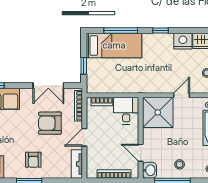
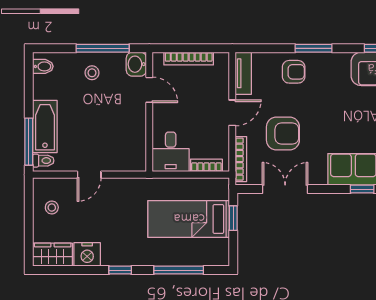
bed: (114, 45) -> (189, 219), moved
shower: (158, 112) -> (124, 149), removed
armchair: (33, 160) -> (294, 72), moved, turned 90

